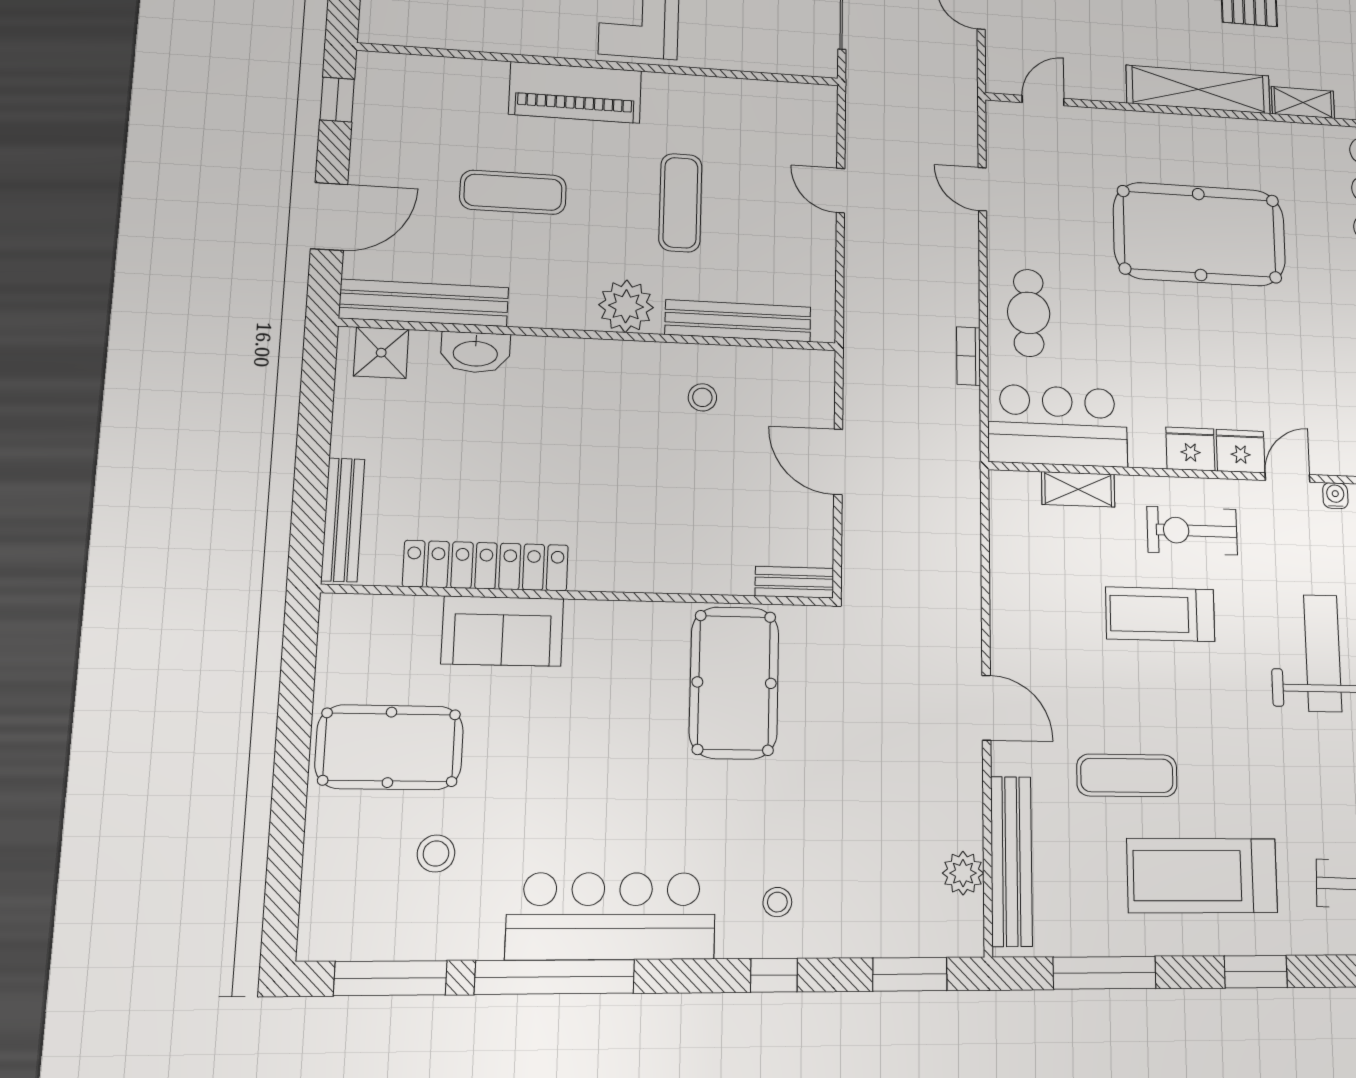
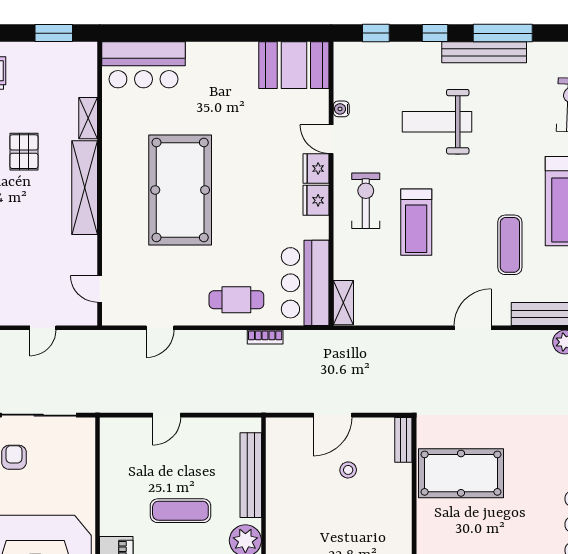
stool: (702, 397) -> (348, 470), moved
shelving: (1078, 489) -> (343, 303), moved
exercise bike: (1192, 531) -> (366, 201), turned 180

